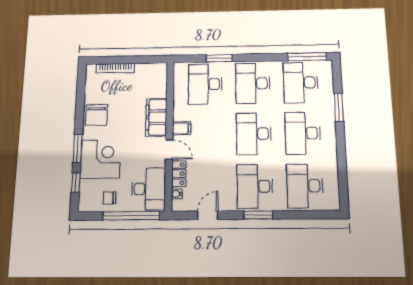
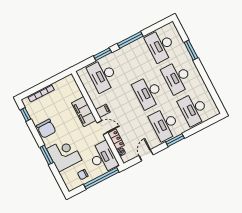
window: (307, 57) -> (130, 40), moved
desk: (253, 83) -> (132, 61), removed
window: (76, 183) -> (26, 114), moved

